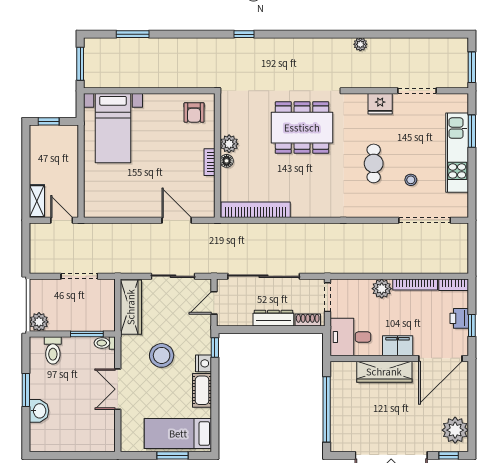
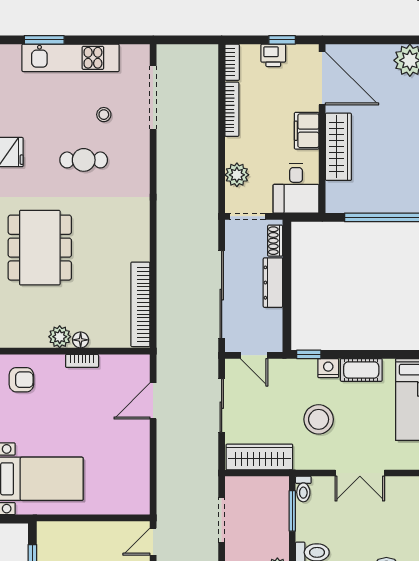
plant: (382, 289) -> (237, 175), moved

